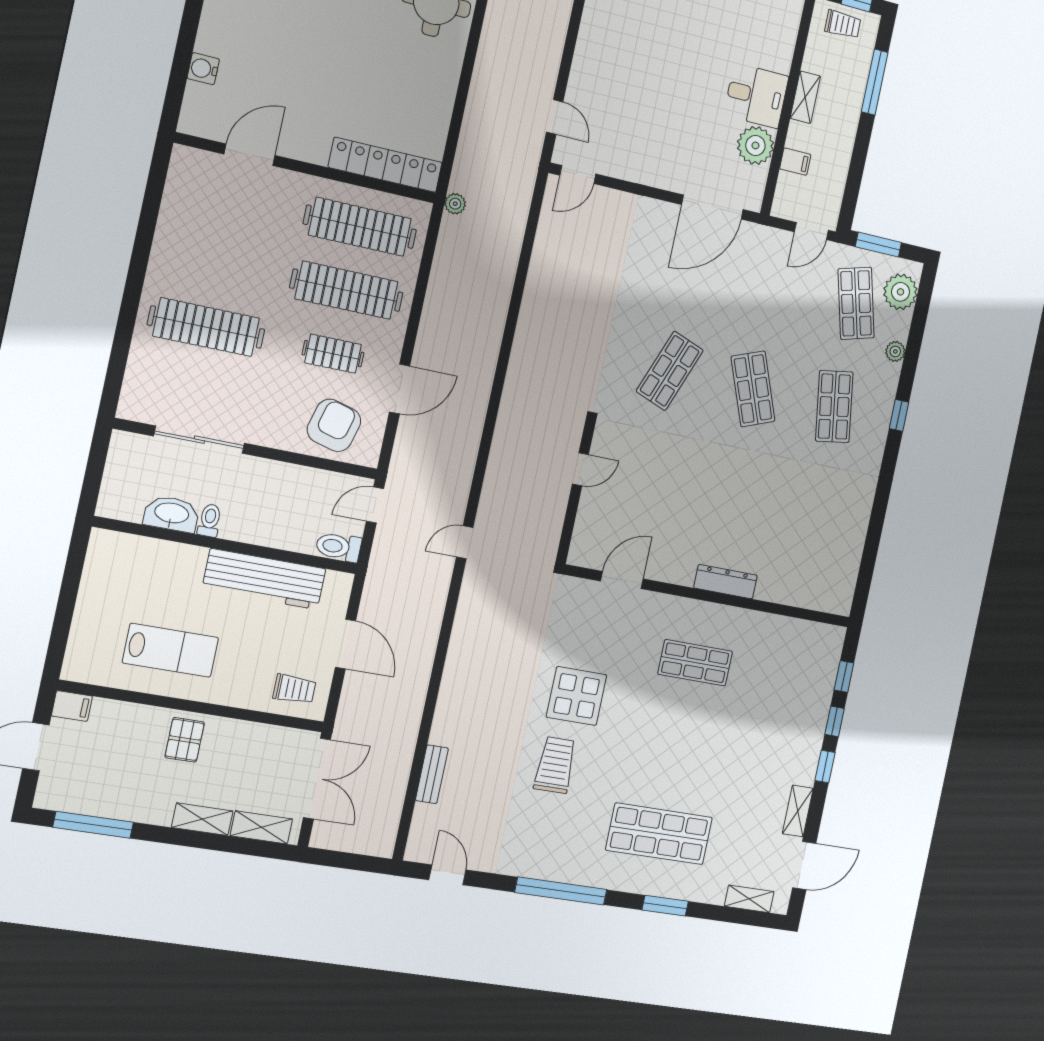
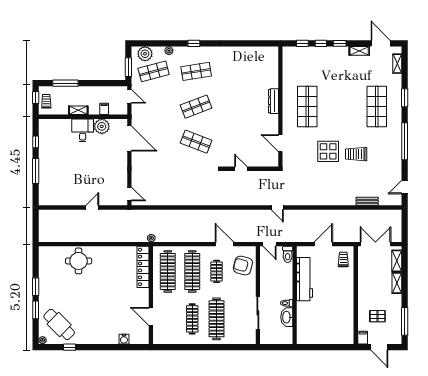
door: (555, 117) -> (92, 207), moved
clothes rail: (220, 263) -> (192, 319), added
lab bench: (170, 650) -> (337, 307), removed
shop shelf: (695, 663) -> (307, 107), width x1.43, depth x1.36
pallet: (185, 740) -> (377, 316), moved

